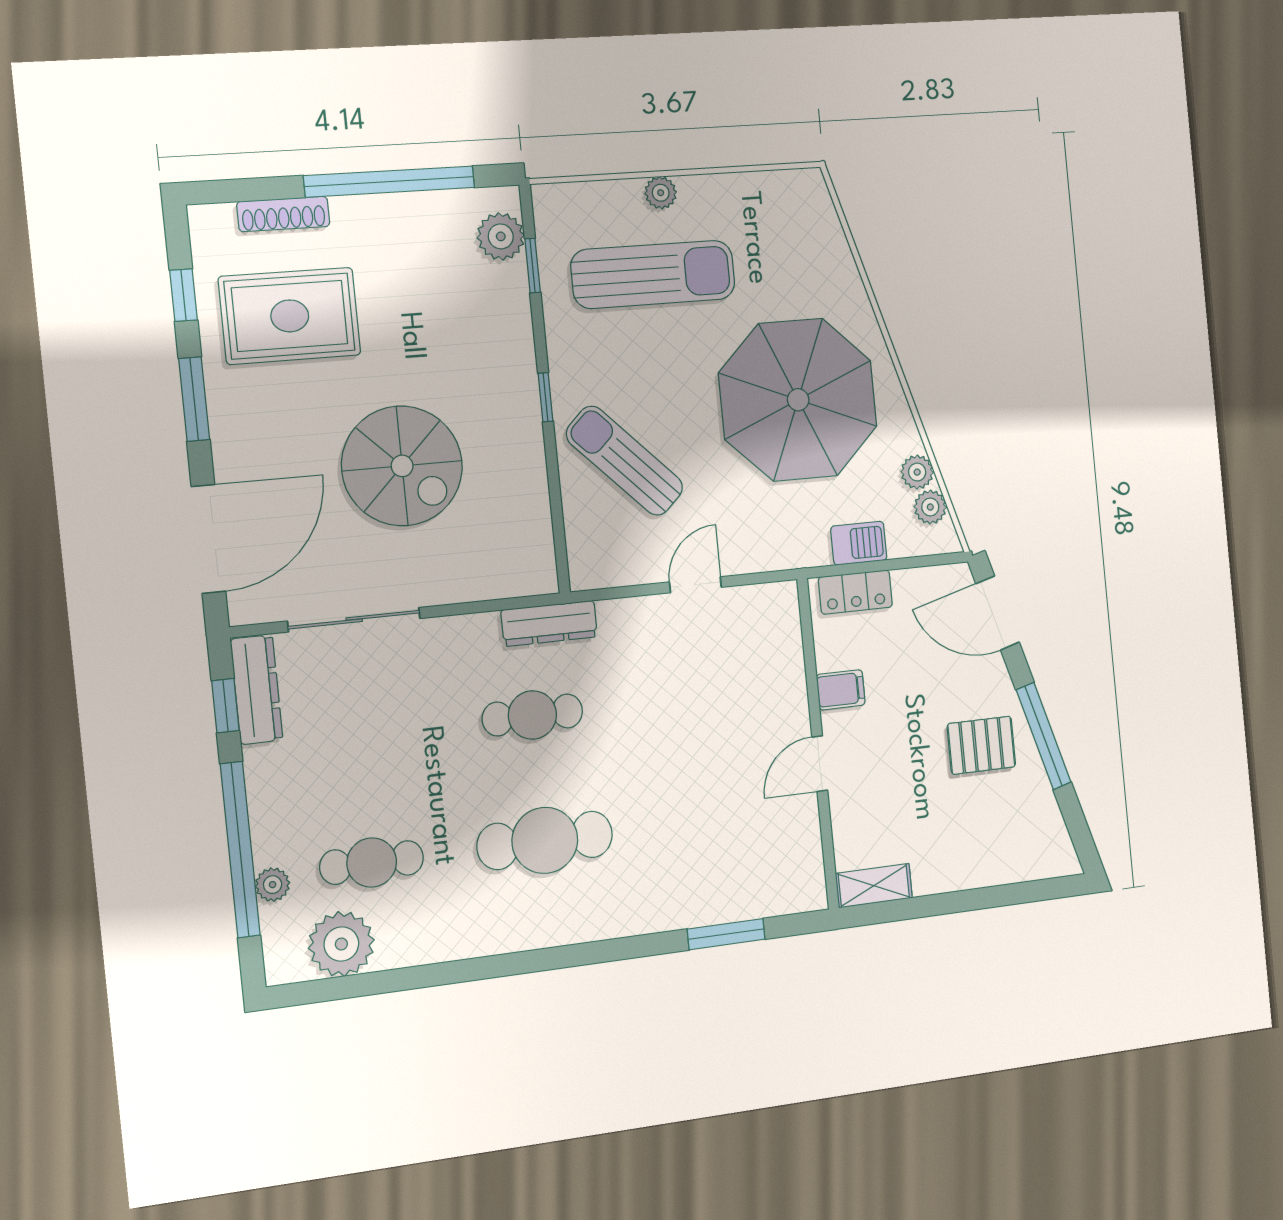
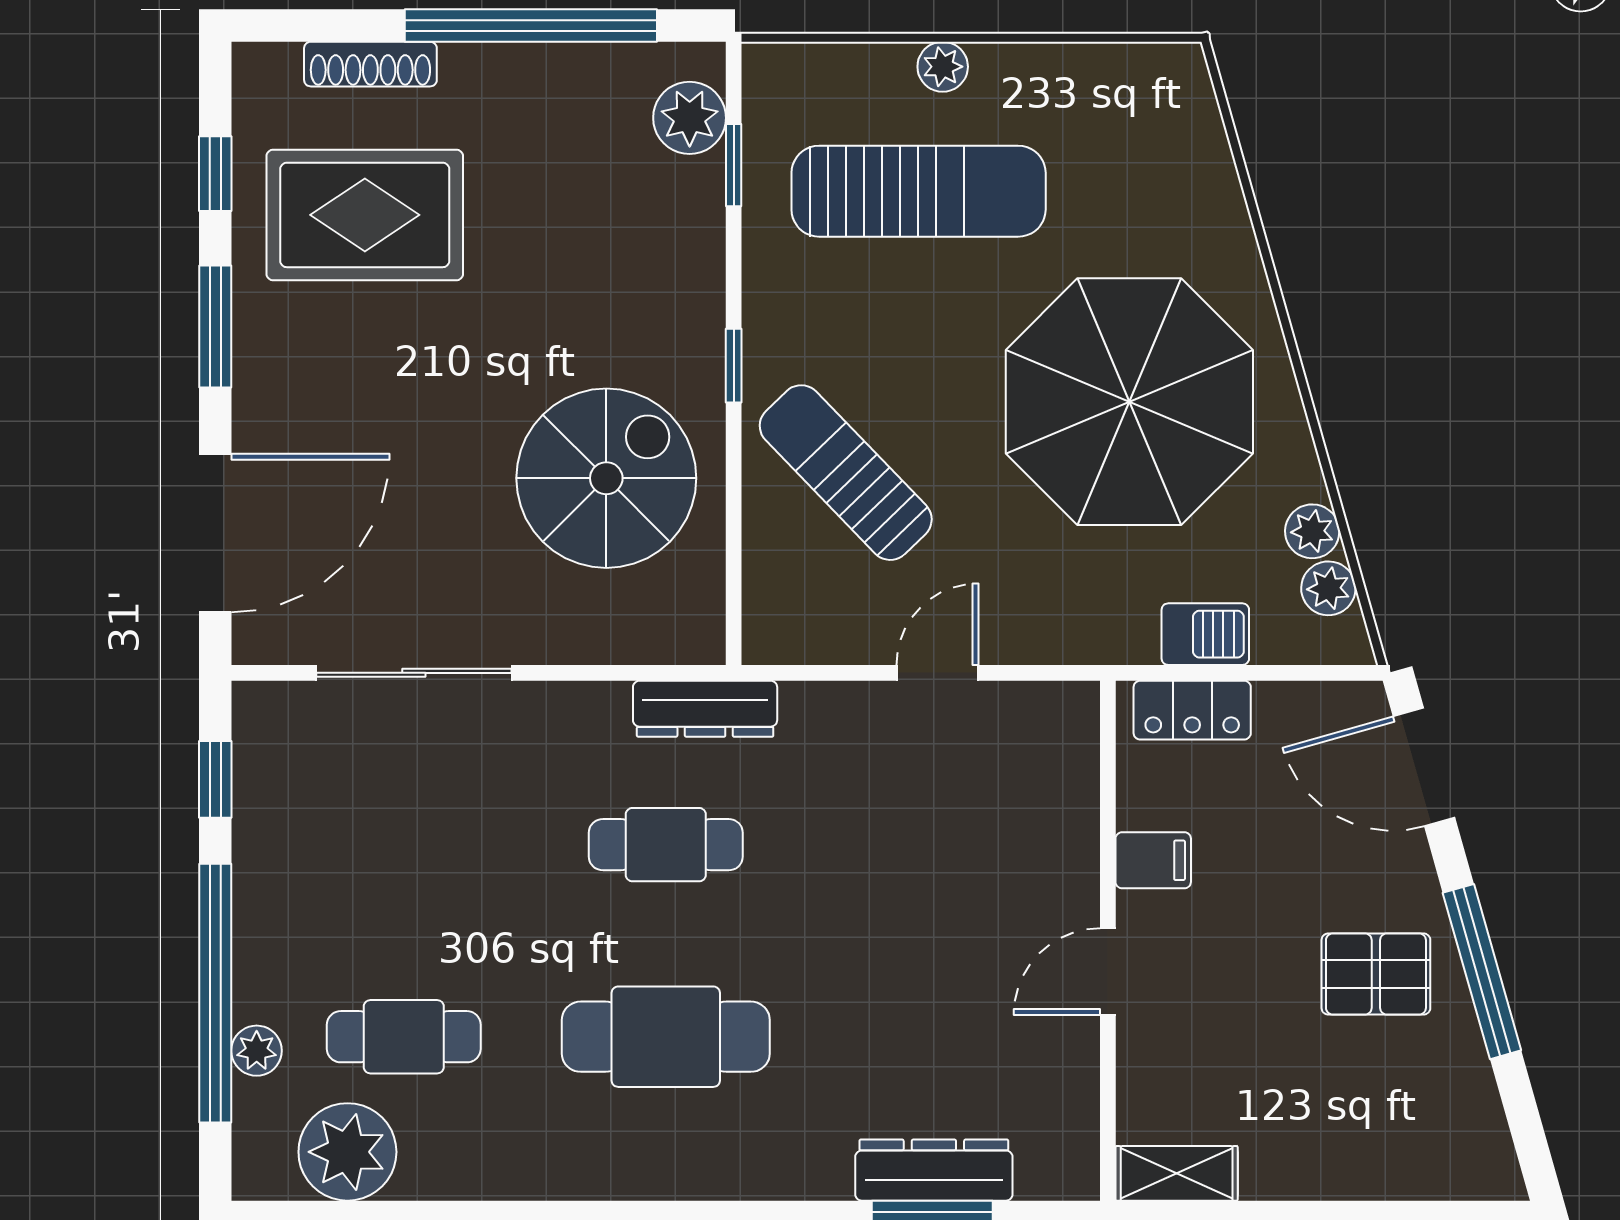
spiral stairs: (402, 466) -> (606, 478), moved, turned -90
dresser: (257, 690) -> (934, 1170), moved, turned -90

